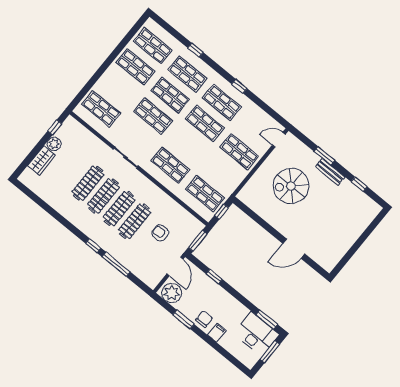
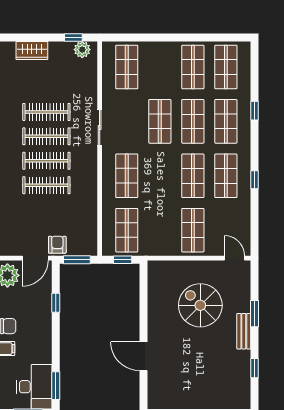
plant: (54, 144) -> (82, 50), moved
armchair: (160, 233) -> (57, 245), moved

